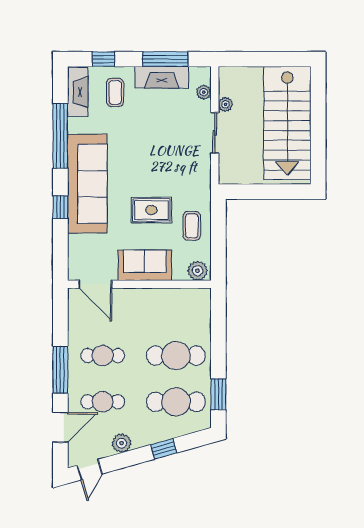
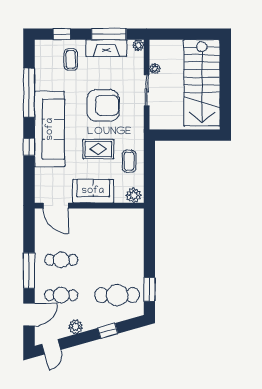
fireplace: (78, 92) -> (42, 59), removed
plant: (204, 92) -> (138, 45), moved
armchair: (158, 153) -> (103, 105), added
cafe table: (176, 356) -> (117, 260), removed

